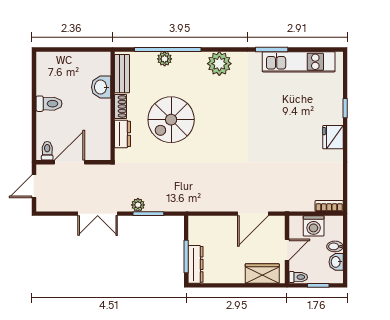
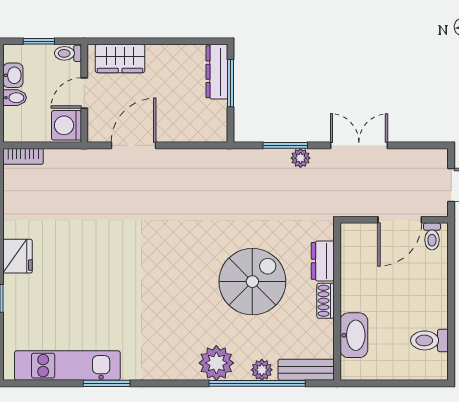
plant: (219, 64) -> (216, 363), moved
bench: (122, 74) -> (306, 370), moved, turned 90
washbasin: (101, 87) -> (354, 335), width x1.38
toilet: (49, 104) -> (429, 340), moved
washing machine: (314, 226) -> (66, 125), moved, turned -90

